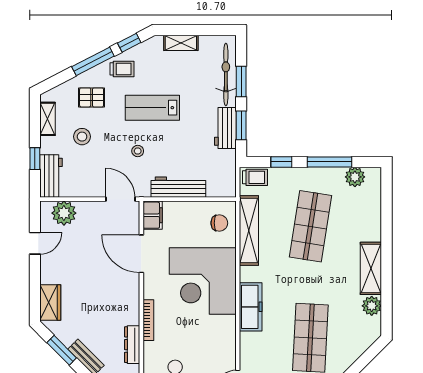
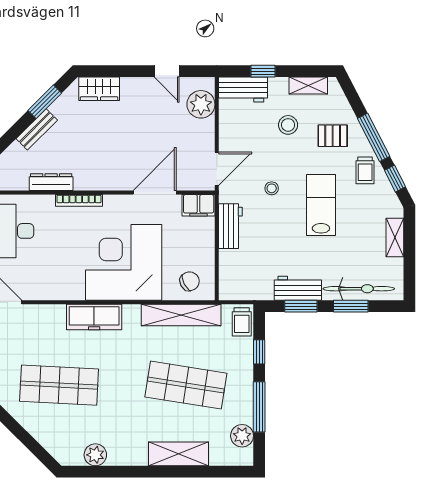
pallet: (92, 97) -> (333, 136), turned 90
workbench: (178, 187) -> (230, 226), width x0.73
chair: (219, 223) -> (190, 281), turned -118
shelving: (371, 268) -> (179, 454), moved

